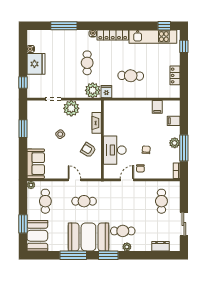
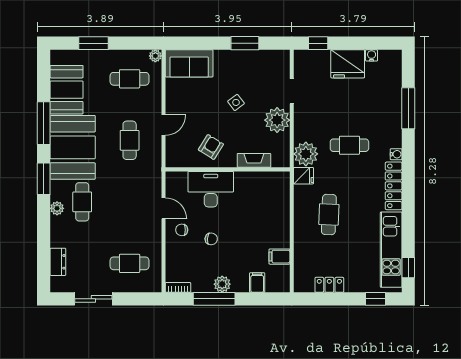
booth: (37, 236) -> (67, 90), moved, turned 90

